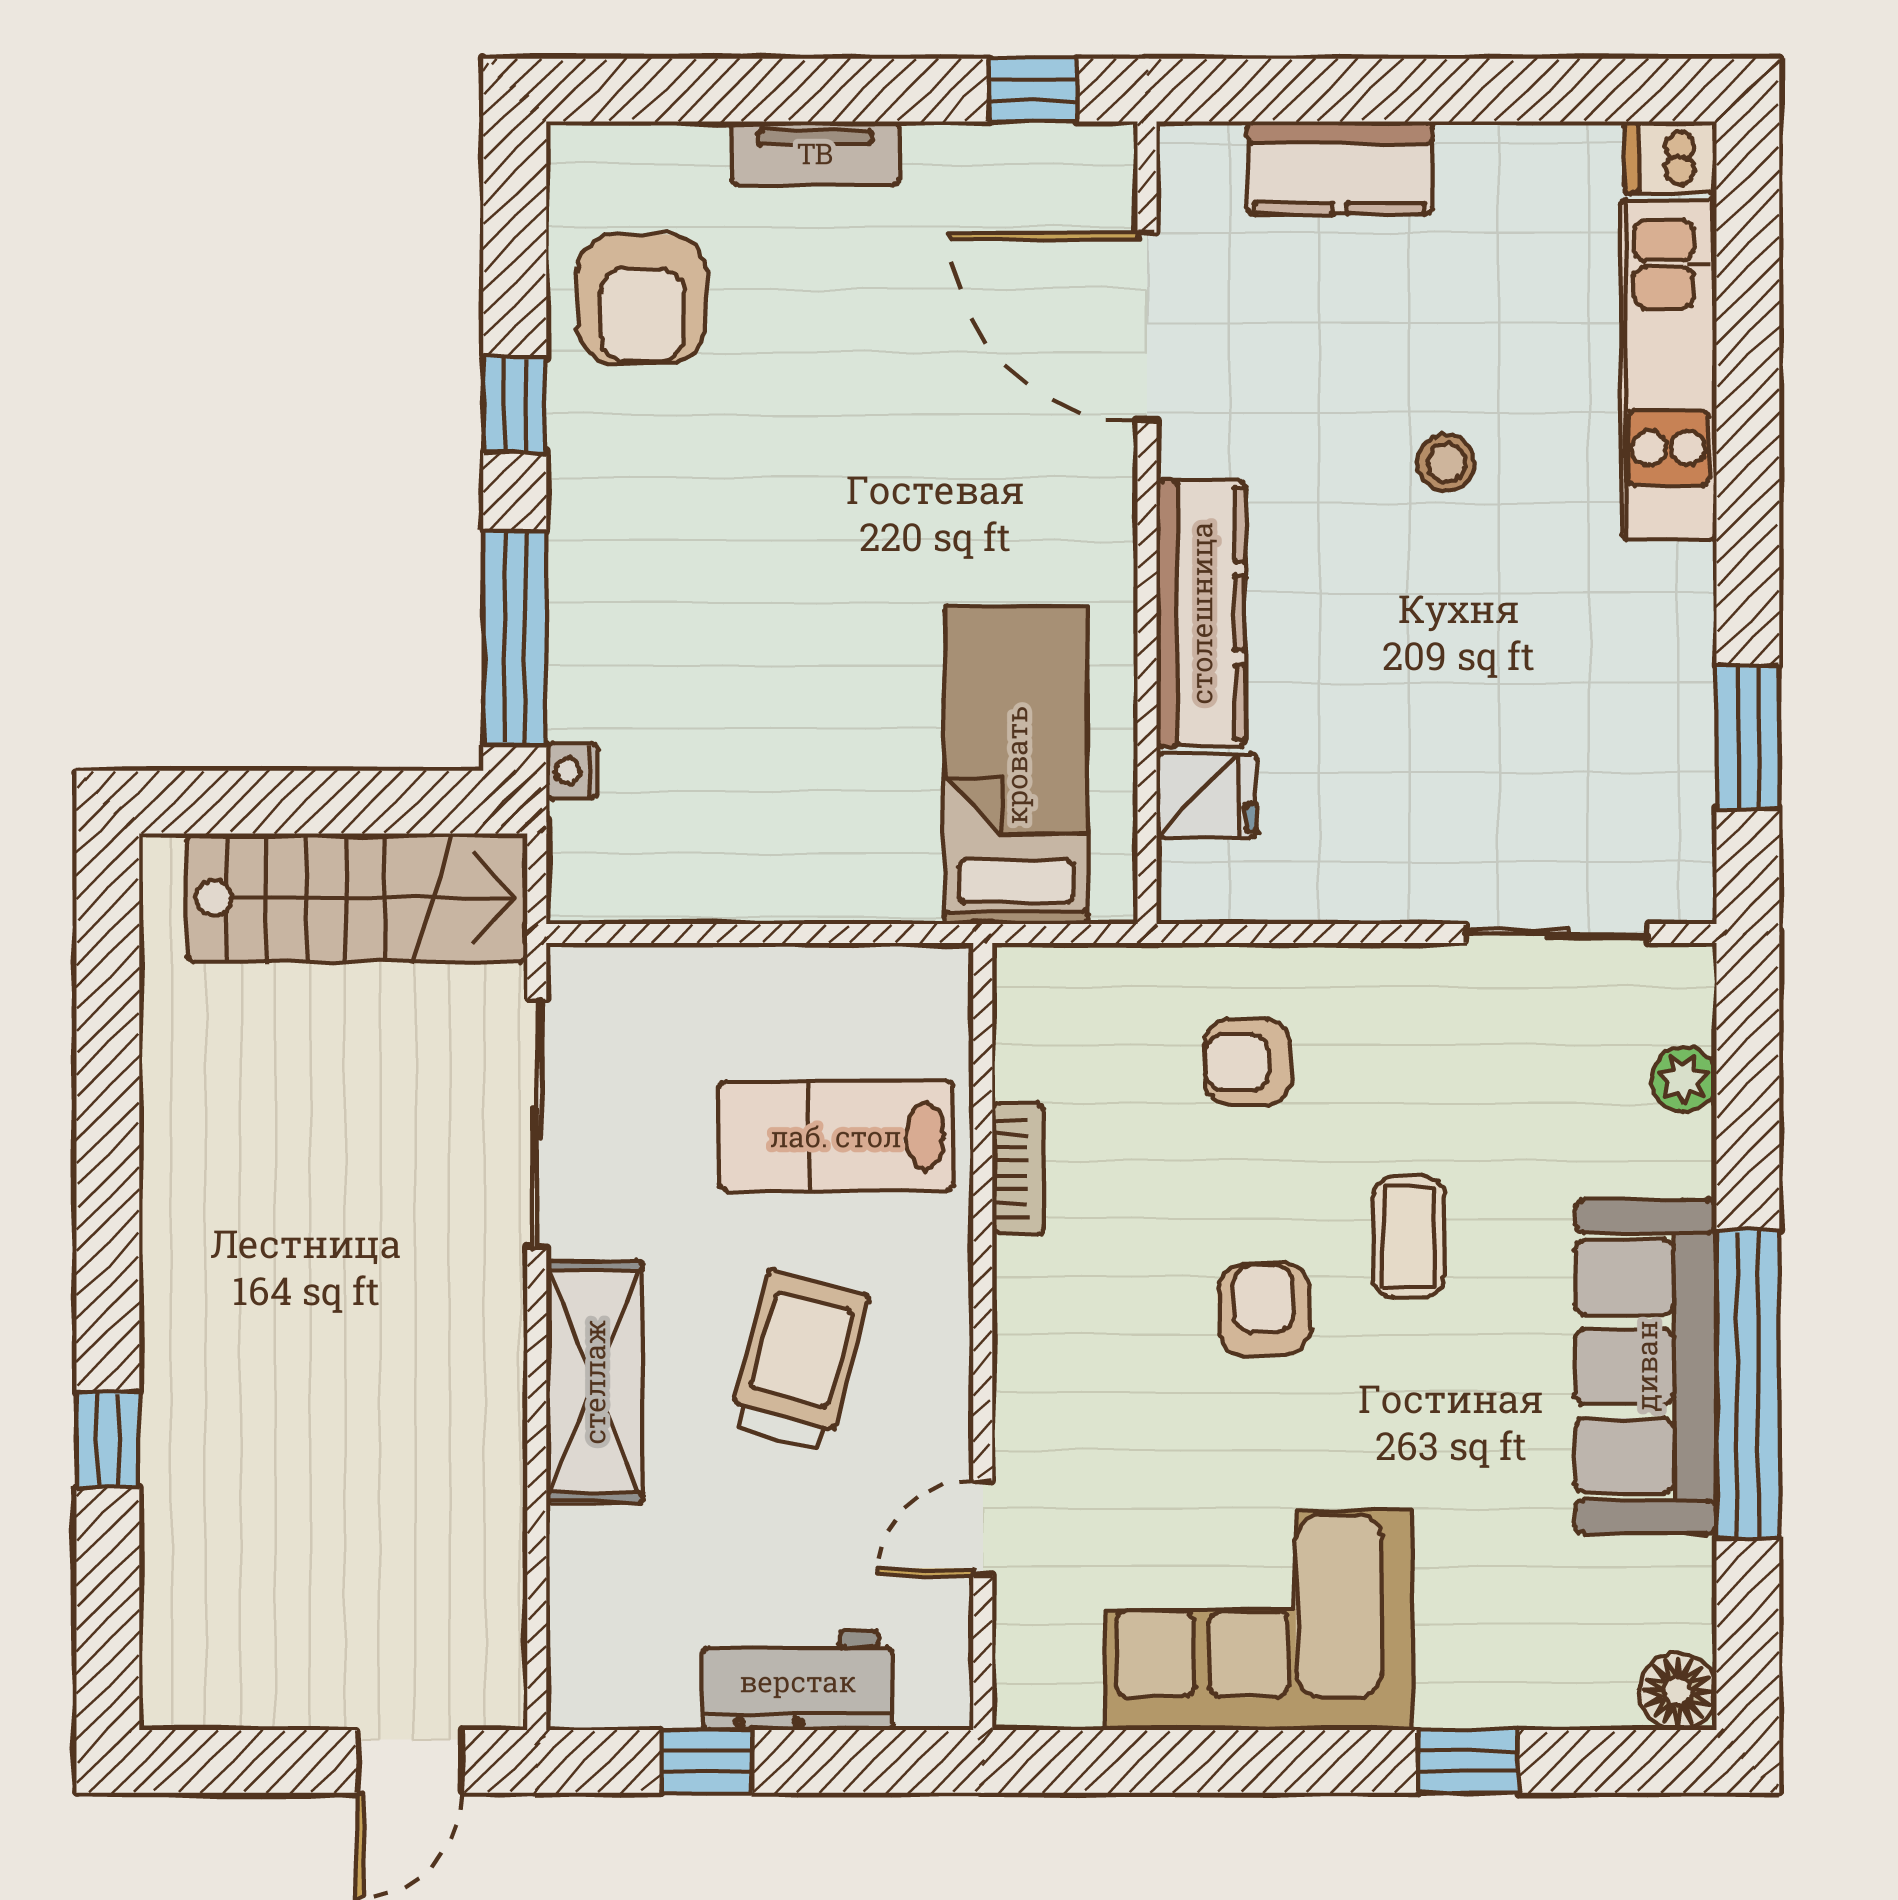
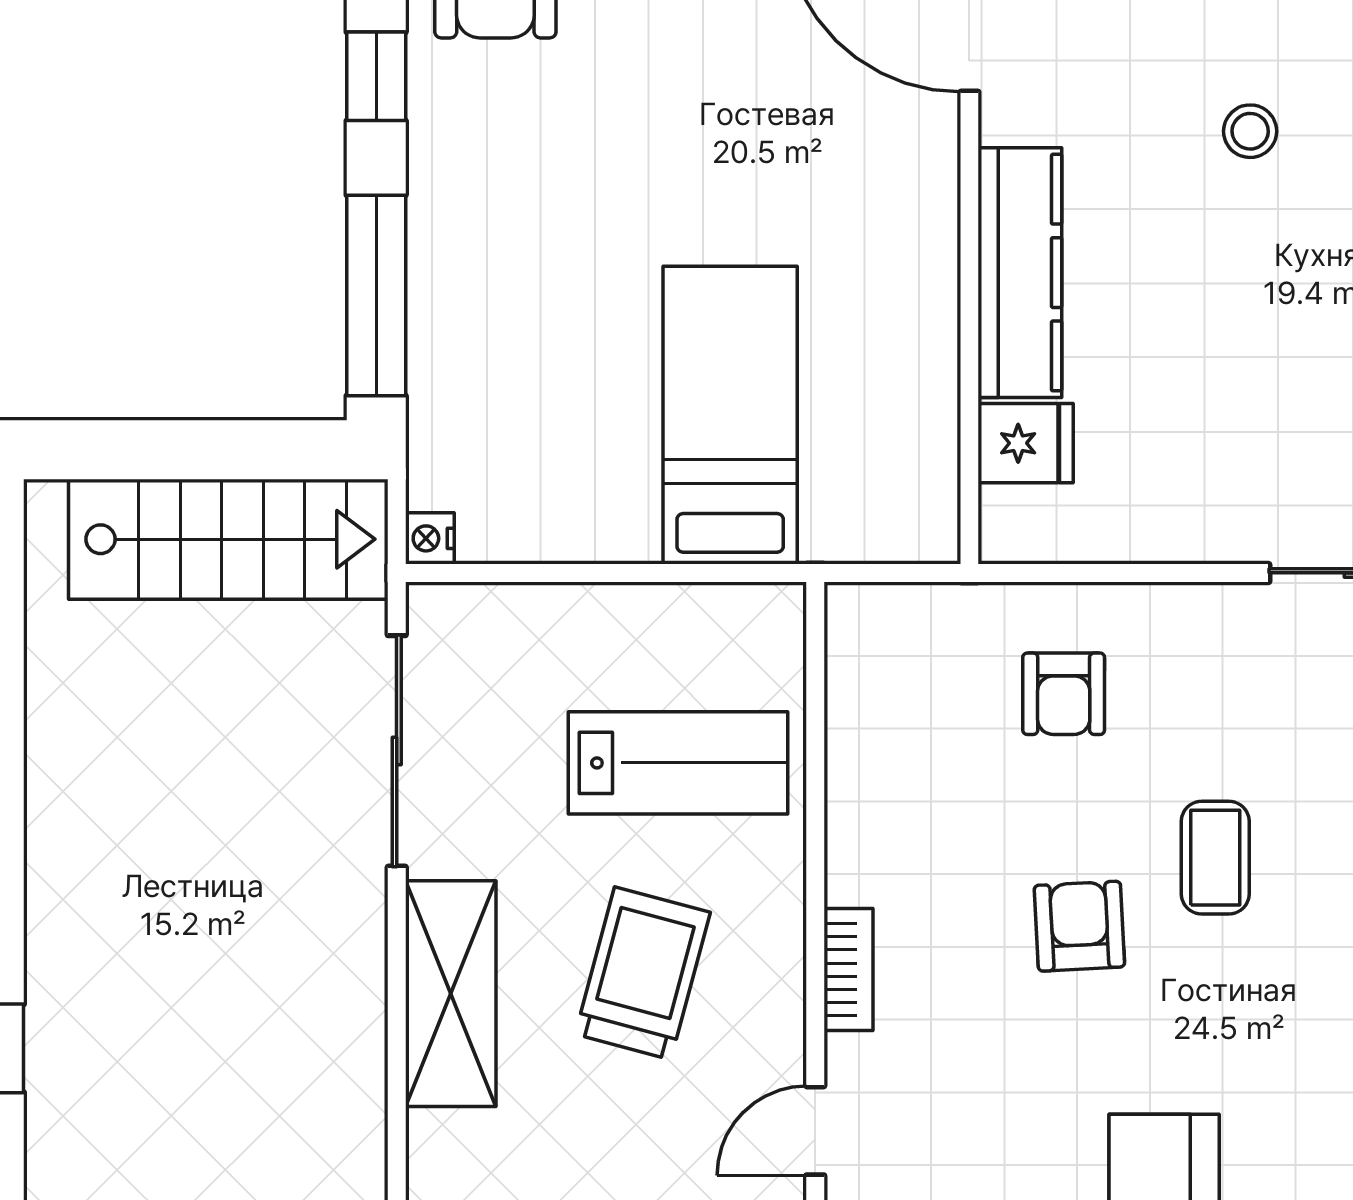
bed: (1016, 765) -> (730, 415), moved
nightstand: (572, 771) -> (430, 538), moved
armchair: (1247, 1062) -> (1064, 694), turned -90
lab bench: (836, 1136) -> (678, 763), turned 180
bookcase: (1018, 1169) -> (848, 970), moved

